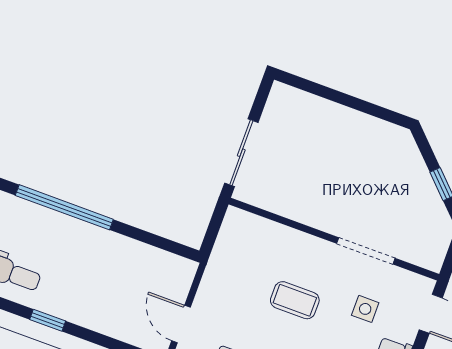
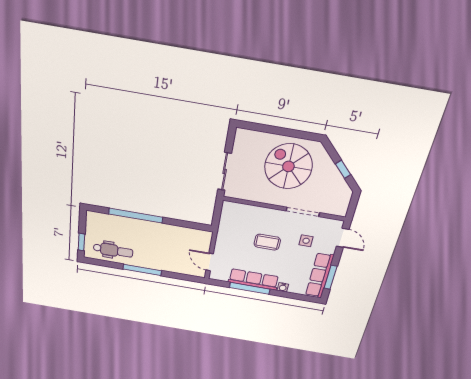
spiral stairs: (351, 163) -> (288, 166), added
window: (48, 320) -> (142, 270), width x2.17

